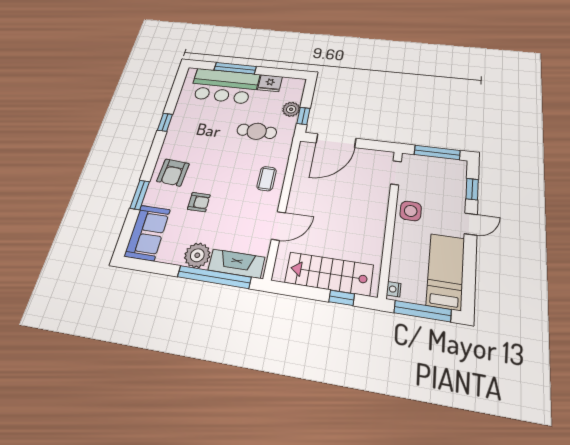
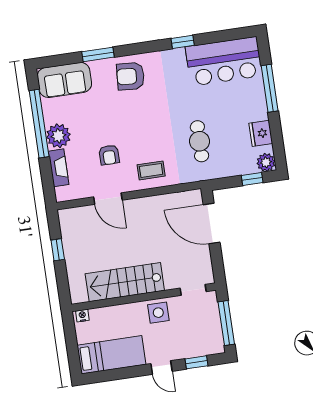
bar counter: (224, 86) -> (224, 61), moved, turned -90
plant: (291, 109) -> (266, 162), moved
window: (303, 116) -> (252, 179), moved
armchair: (199, 202) -> (109, 155), moved
fireplace: (236, 264) -> (59, 168), width x0.73, depth x0.76
stairs: (329, 274) -> (125, 282), moved, turned -90
window: (214, 277) -> (39, 124), moved
window: (342, 298) -> (58, 250), moved
window: (422, 311) -> (72, 343), removed

